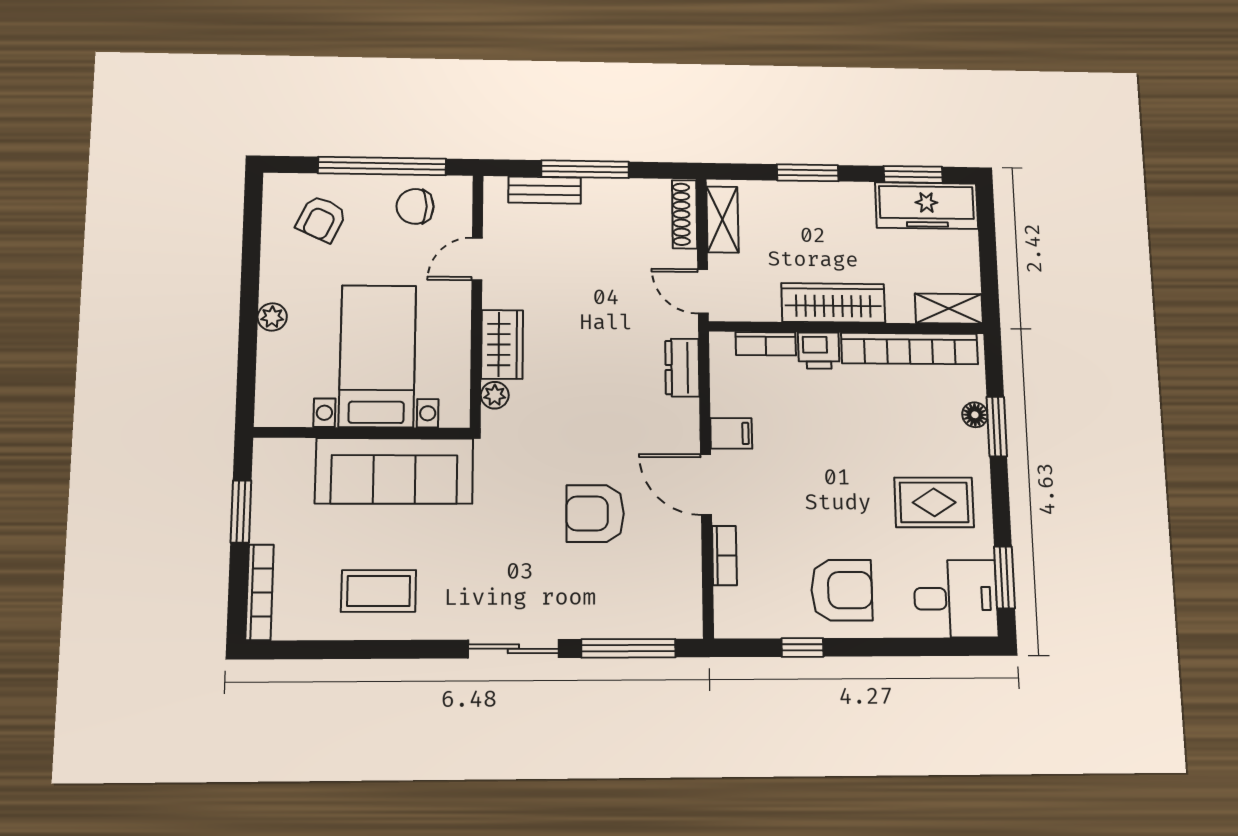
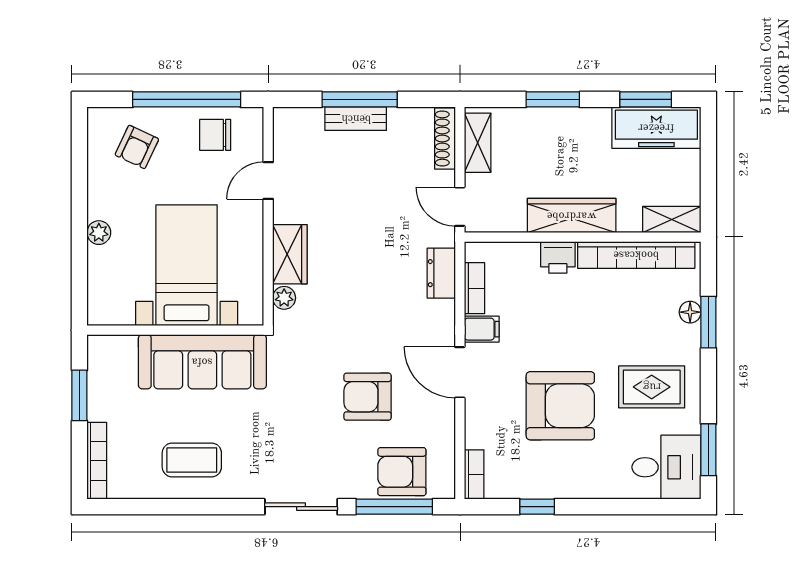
bench: (545, 190) -> (356, 119), moved
bookcase: (766, 344) -> (475, 288), moved, turned -90
bookcase: (724, 555) -> (474, 474), moved
armchair: (842, 590) -> (560, 406), moved, width x1.36, depth x1.36
armchair: (637, 605) -> (402, 472), added

